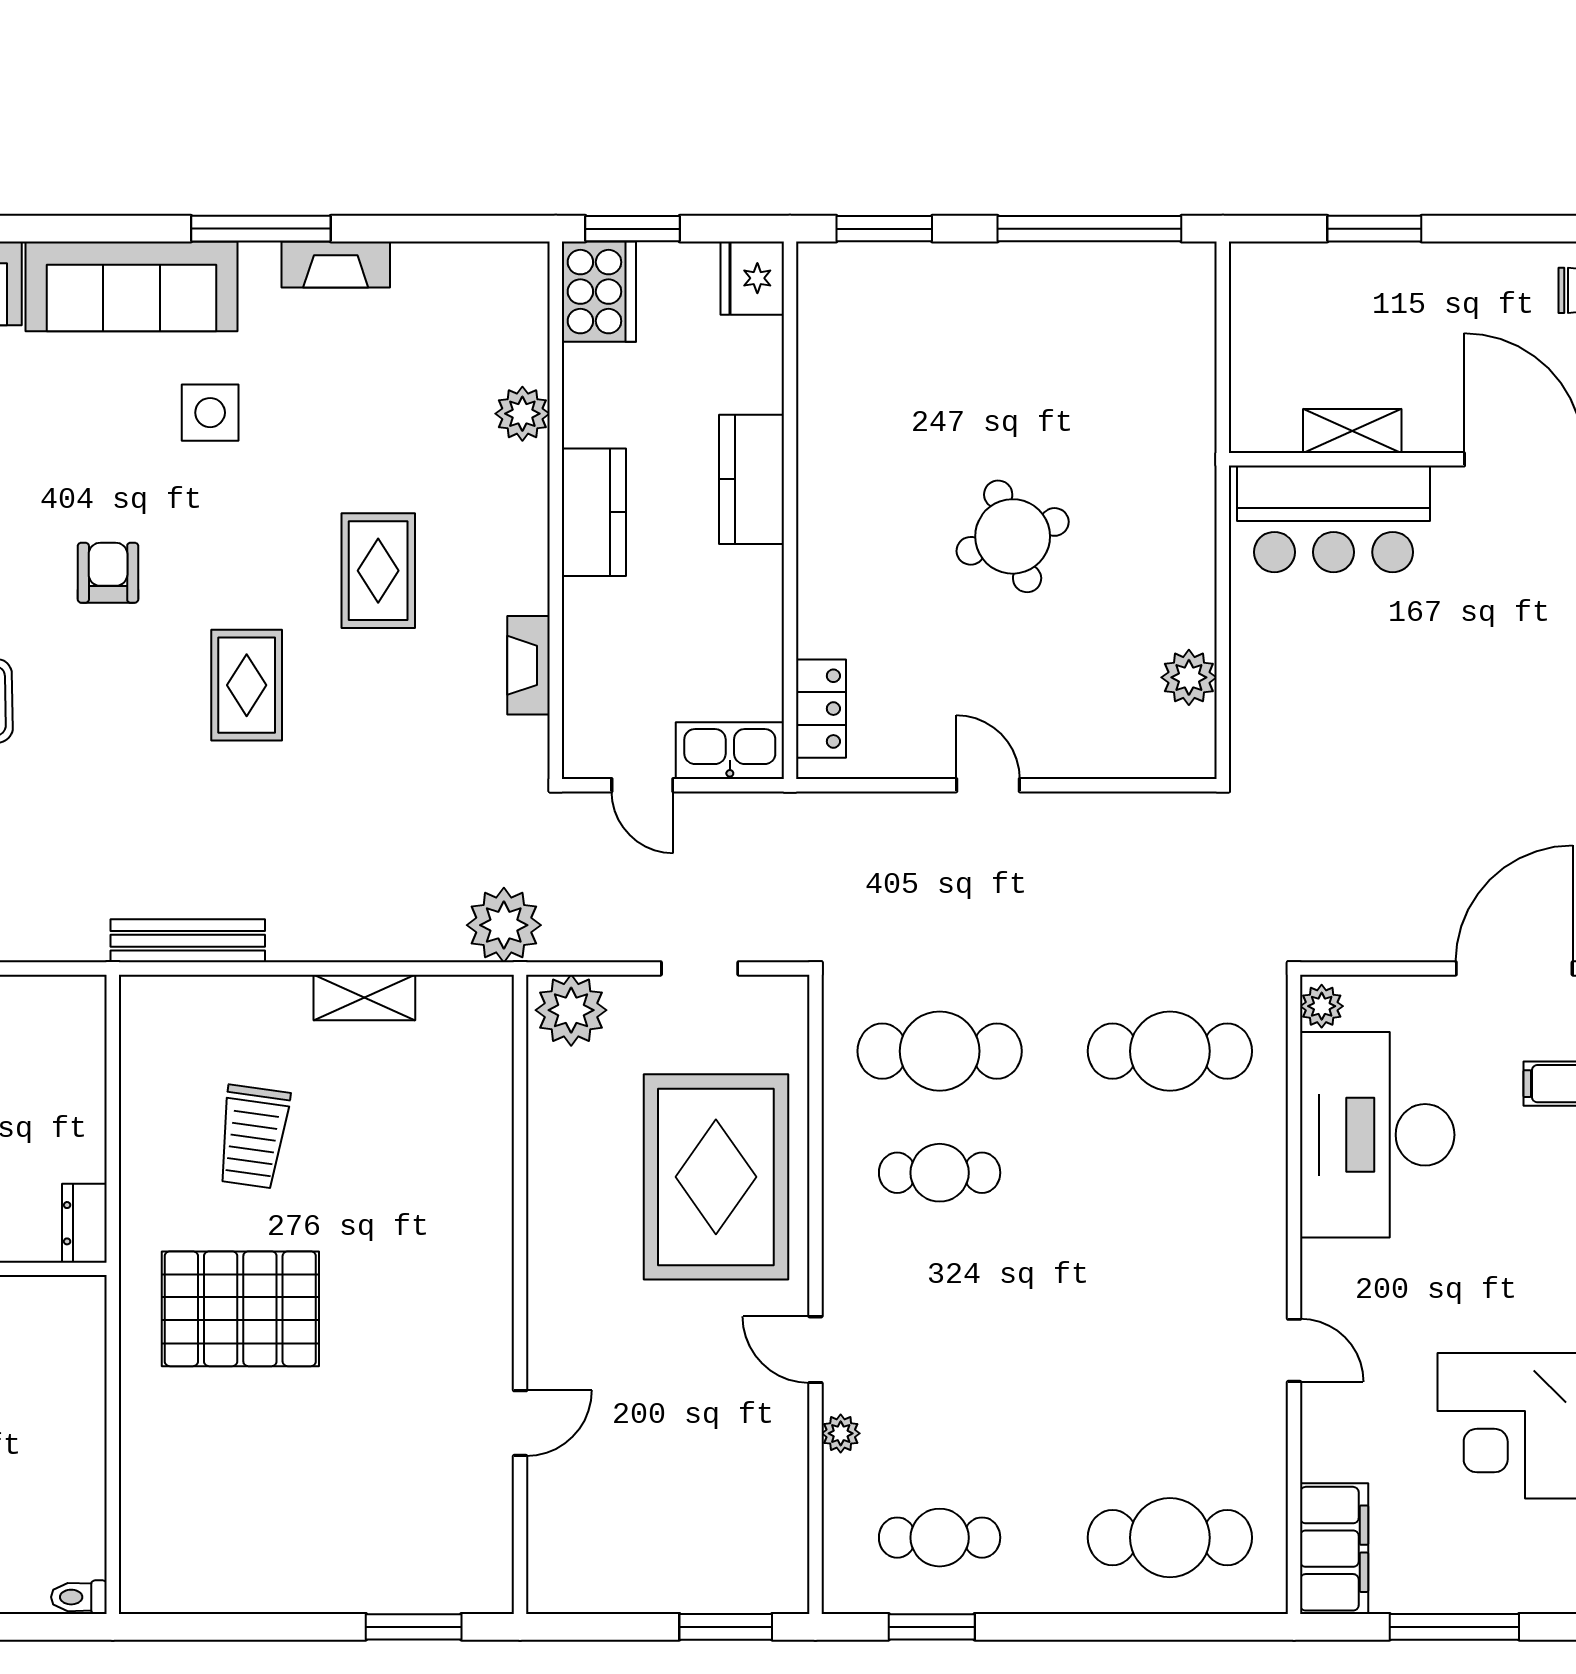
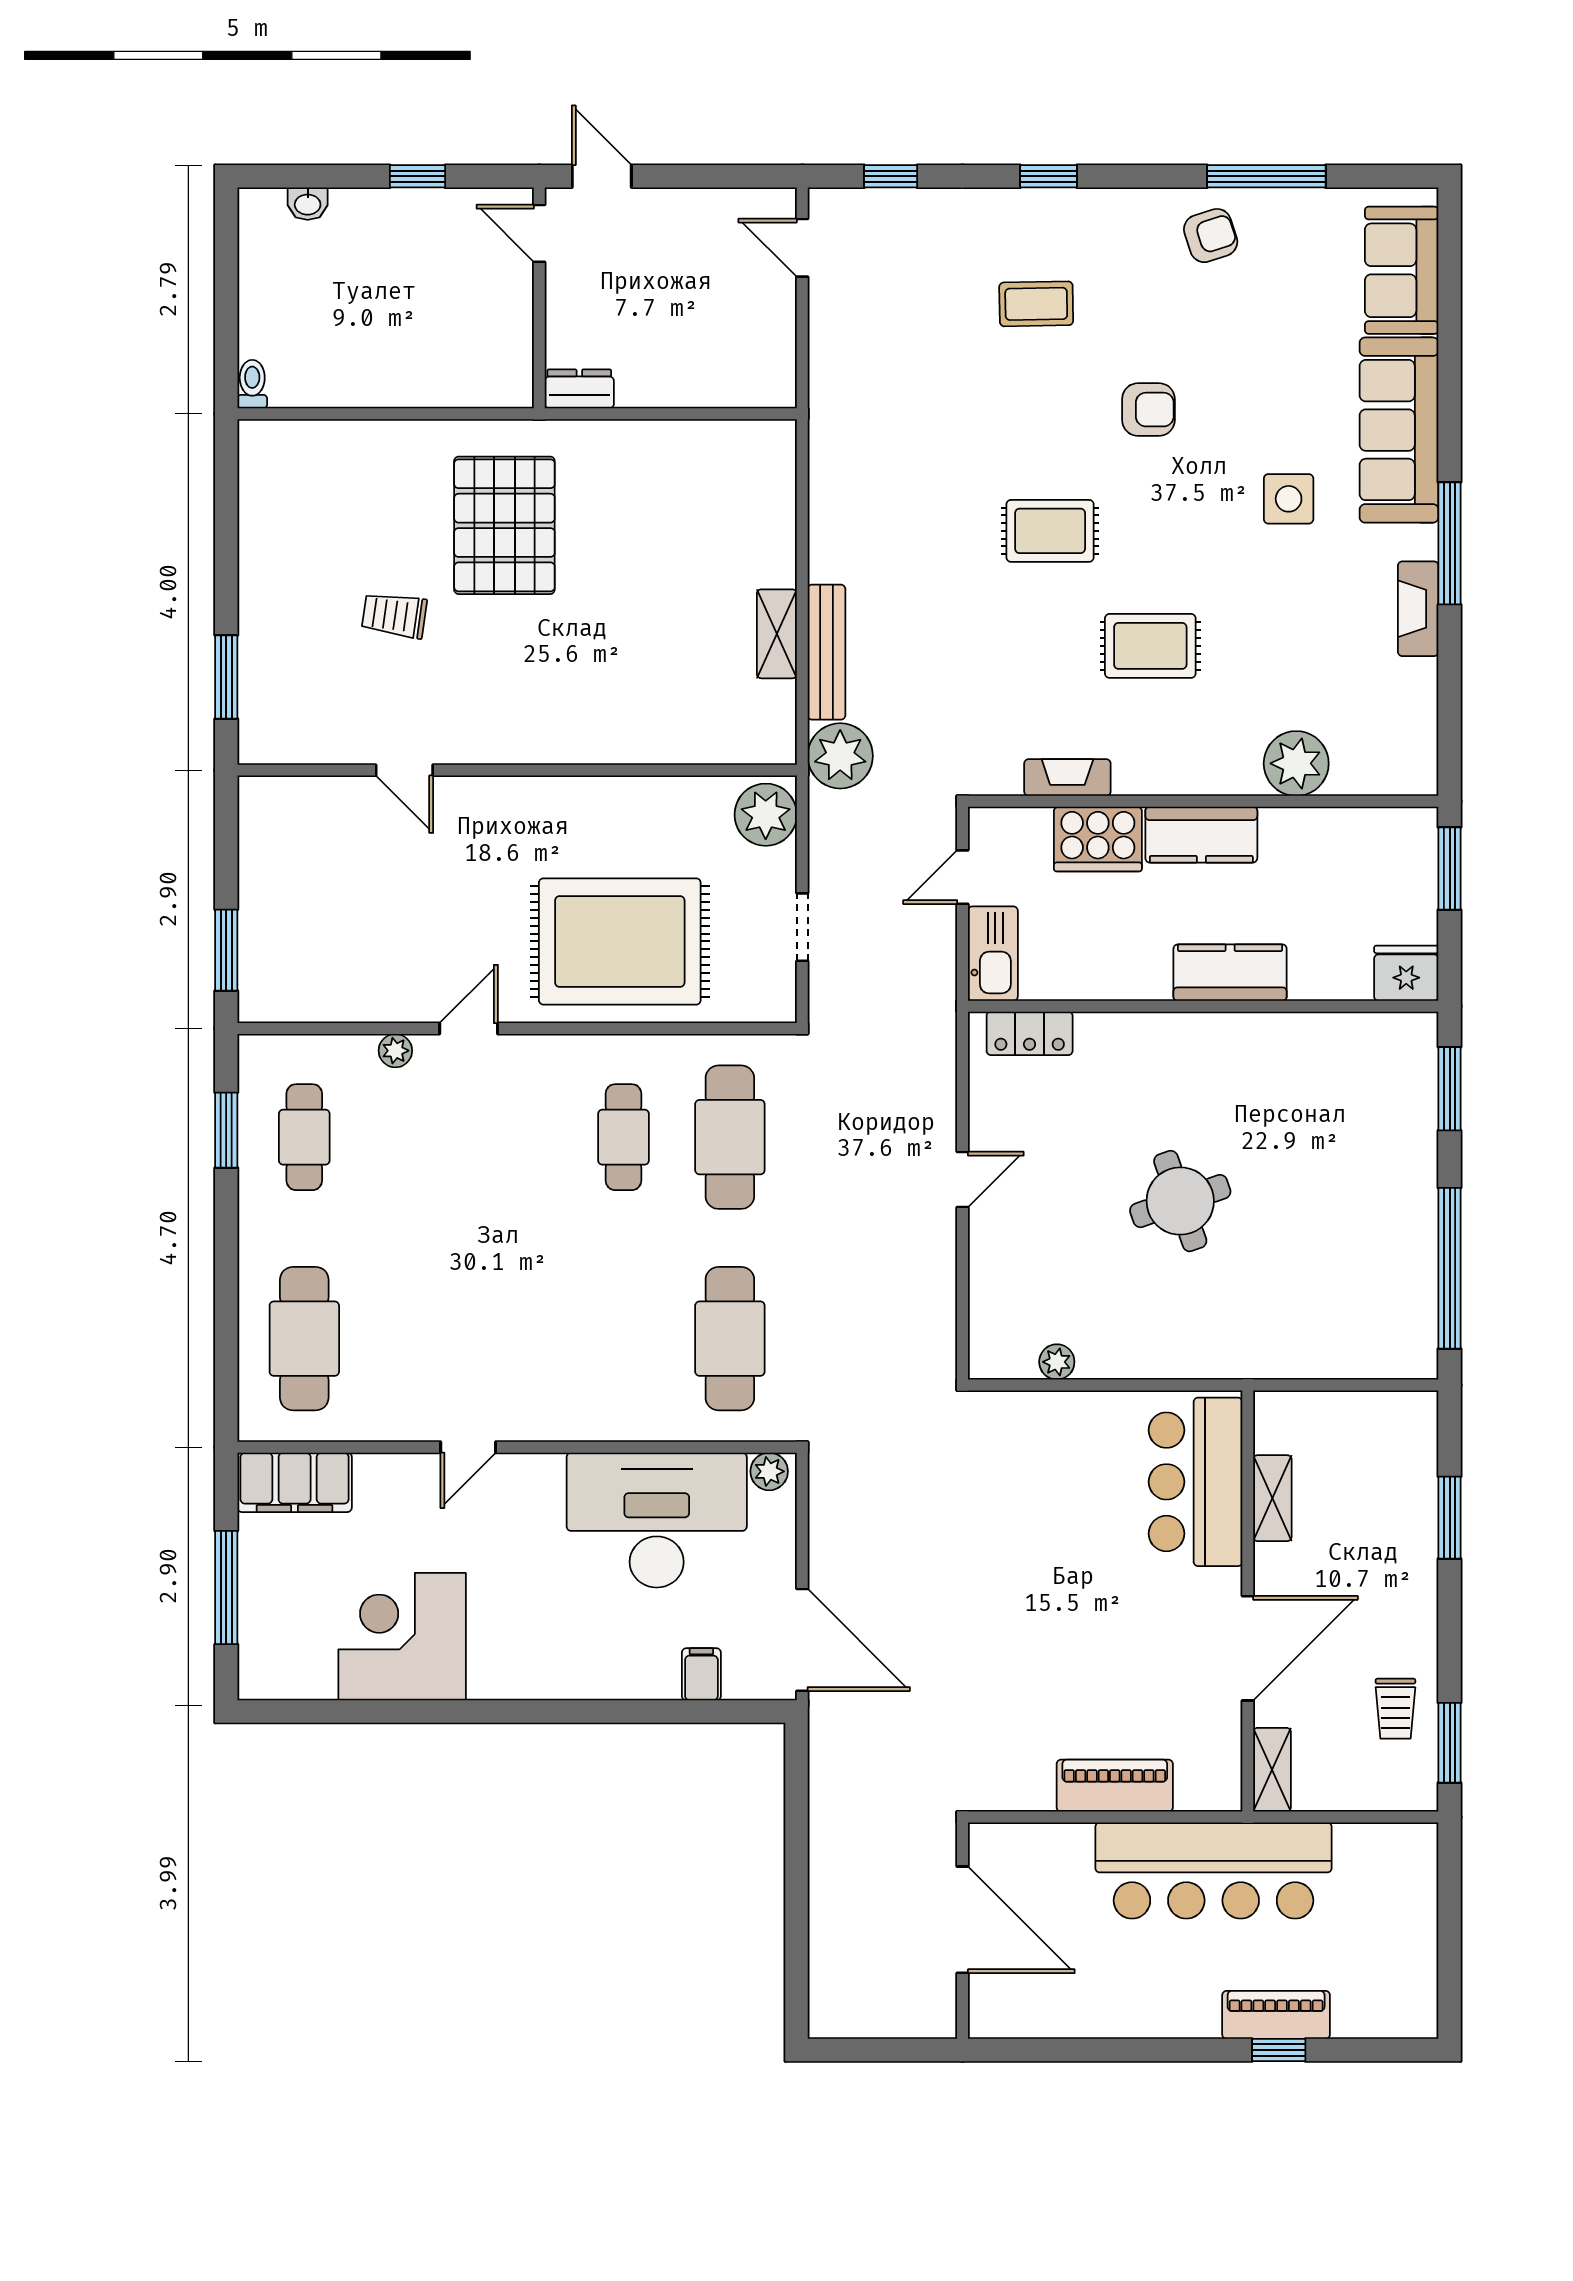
cooker: (599, 292) -> (1098, 839), moved
plant: (522, 414) -> (1296, 763), width x1.36, depth x1.36
plant: (1189, 677) -> (1057, 1362), width x0.73, depth x0.73
bench: (188, 941) -> (826, 652), moved
trolley: (253, 1137) -> (394, 615), moved, width x0.73, depth x0.72

